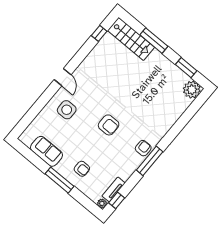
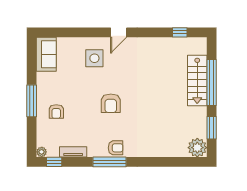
stairs: (131, 39) -> (197, 81), moved
window: (154, 41) -> (212, 82), width x1.46
sofa: (47, 151) -> (46, 54), moved
tv unit: (114, 189) -> (73, 152), moved

